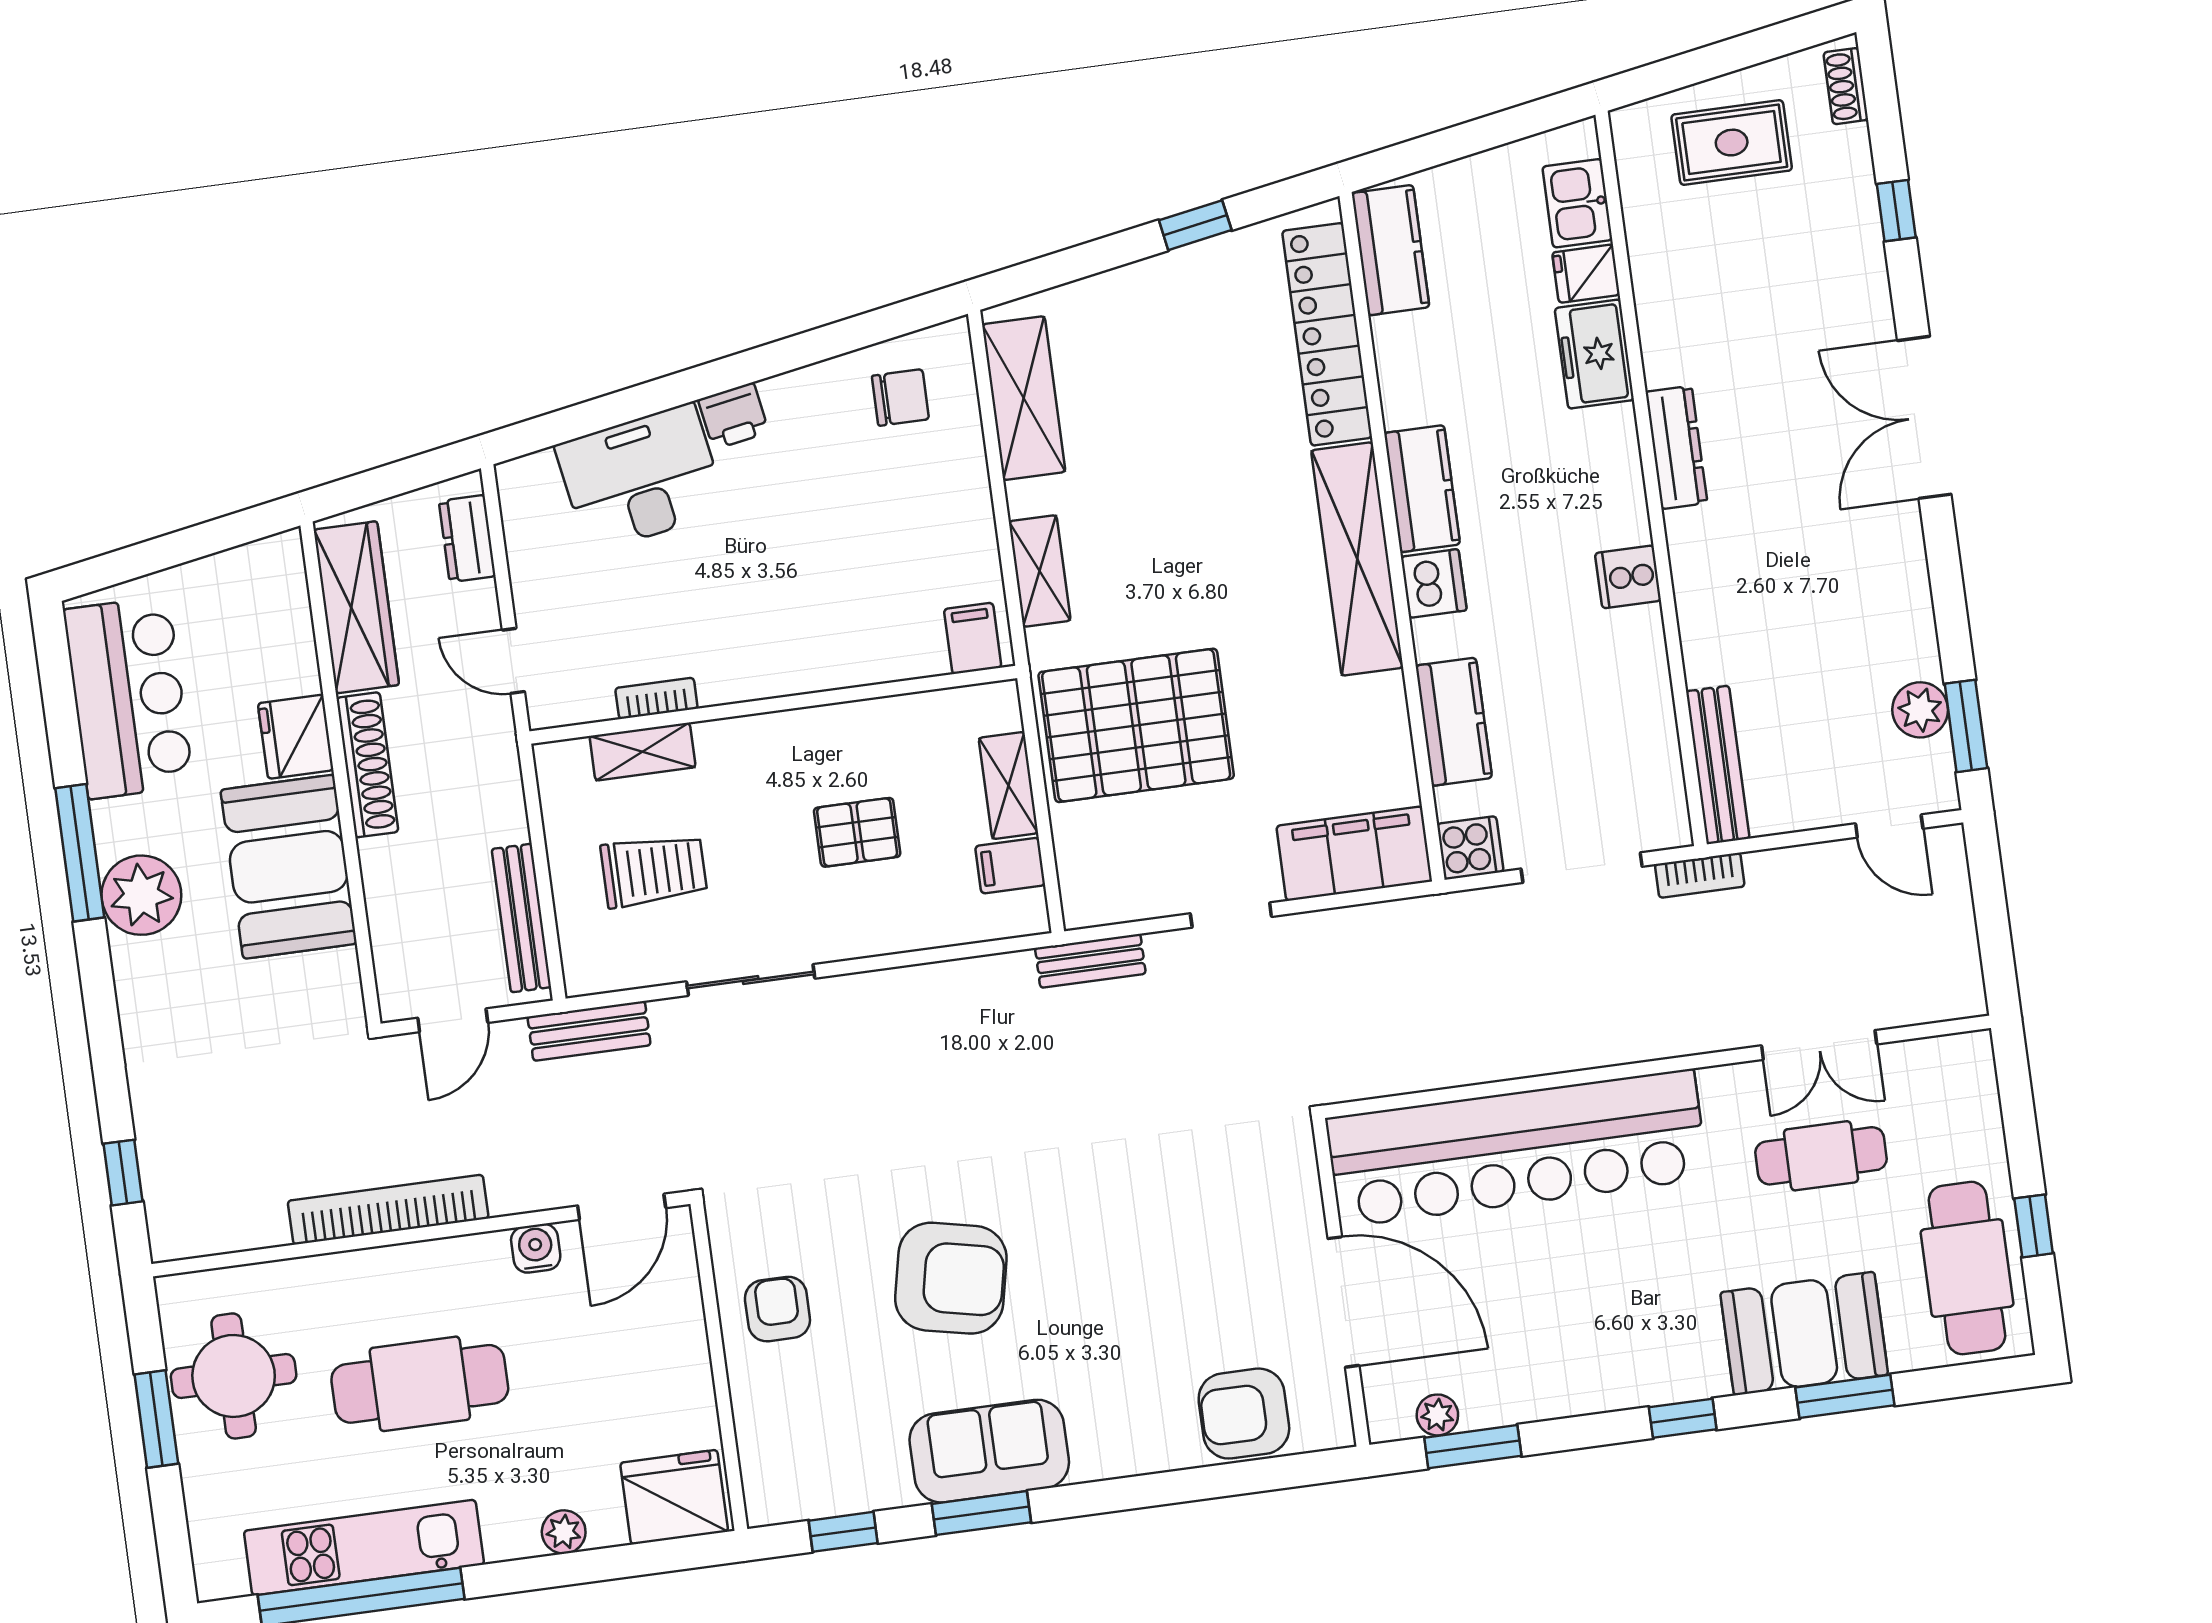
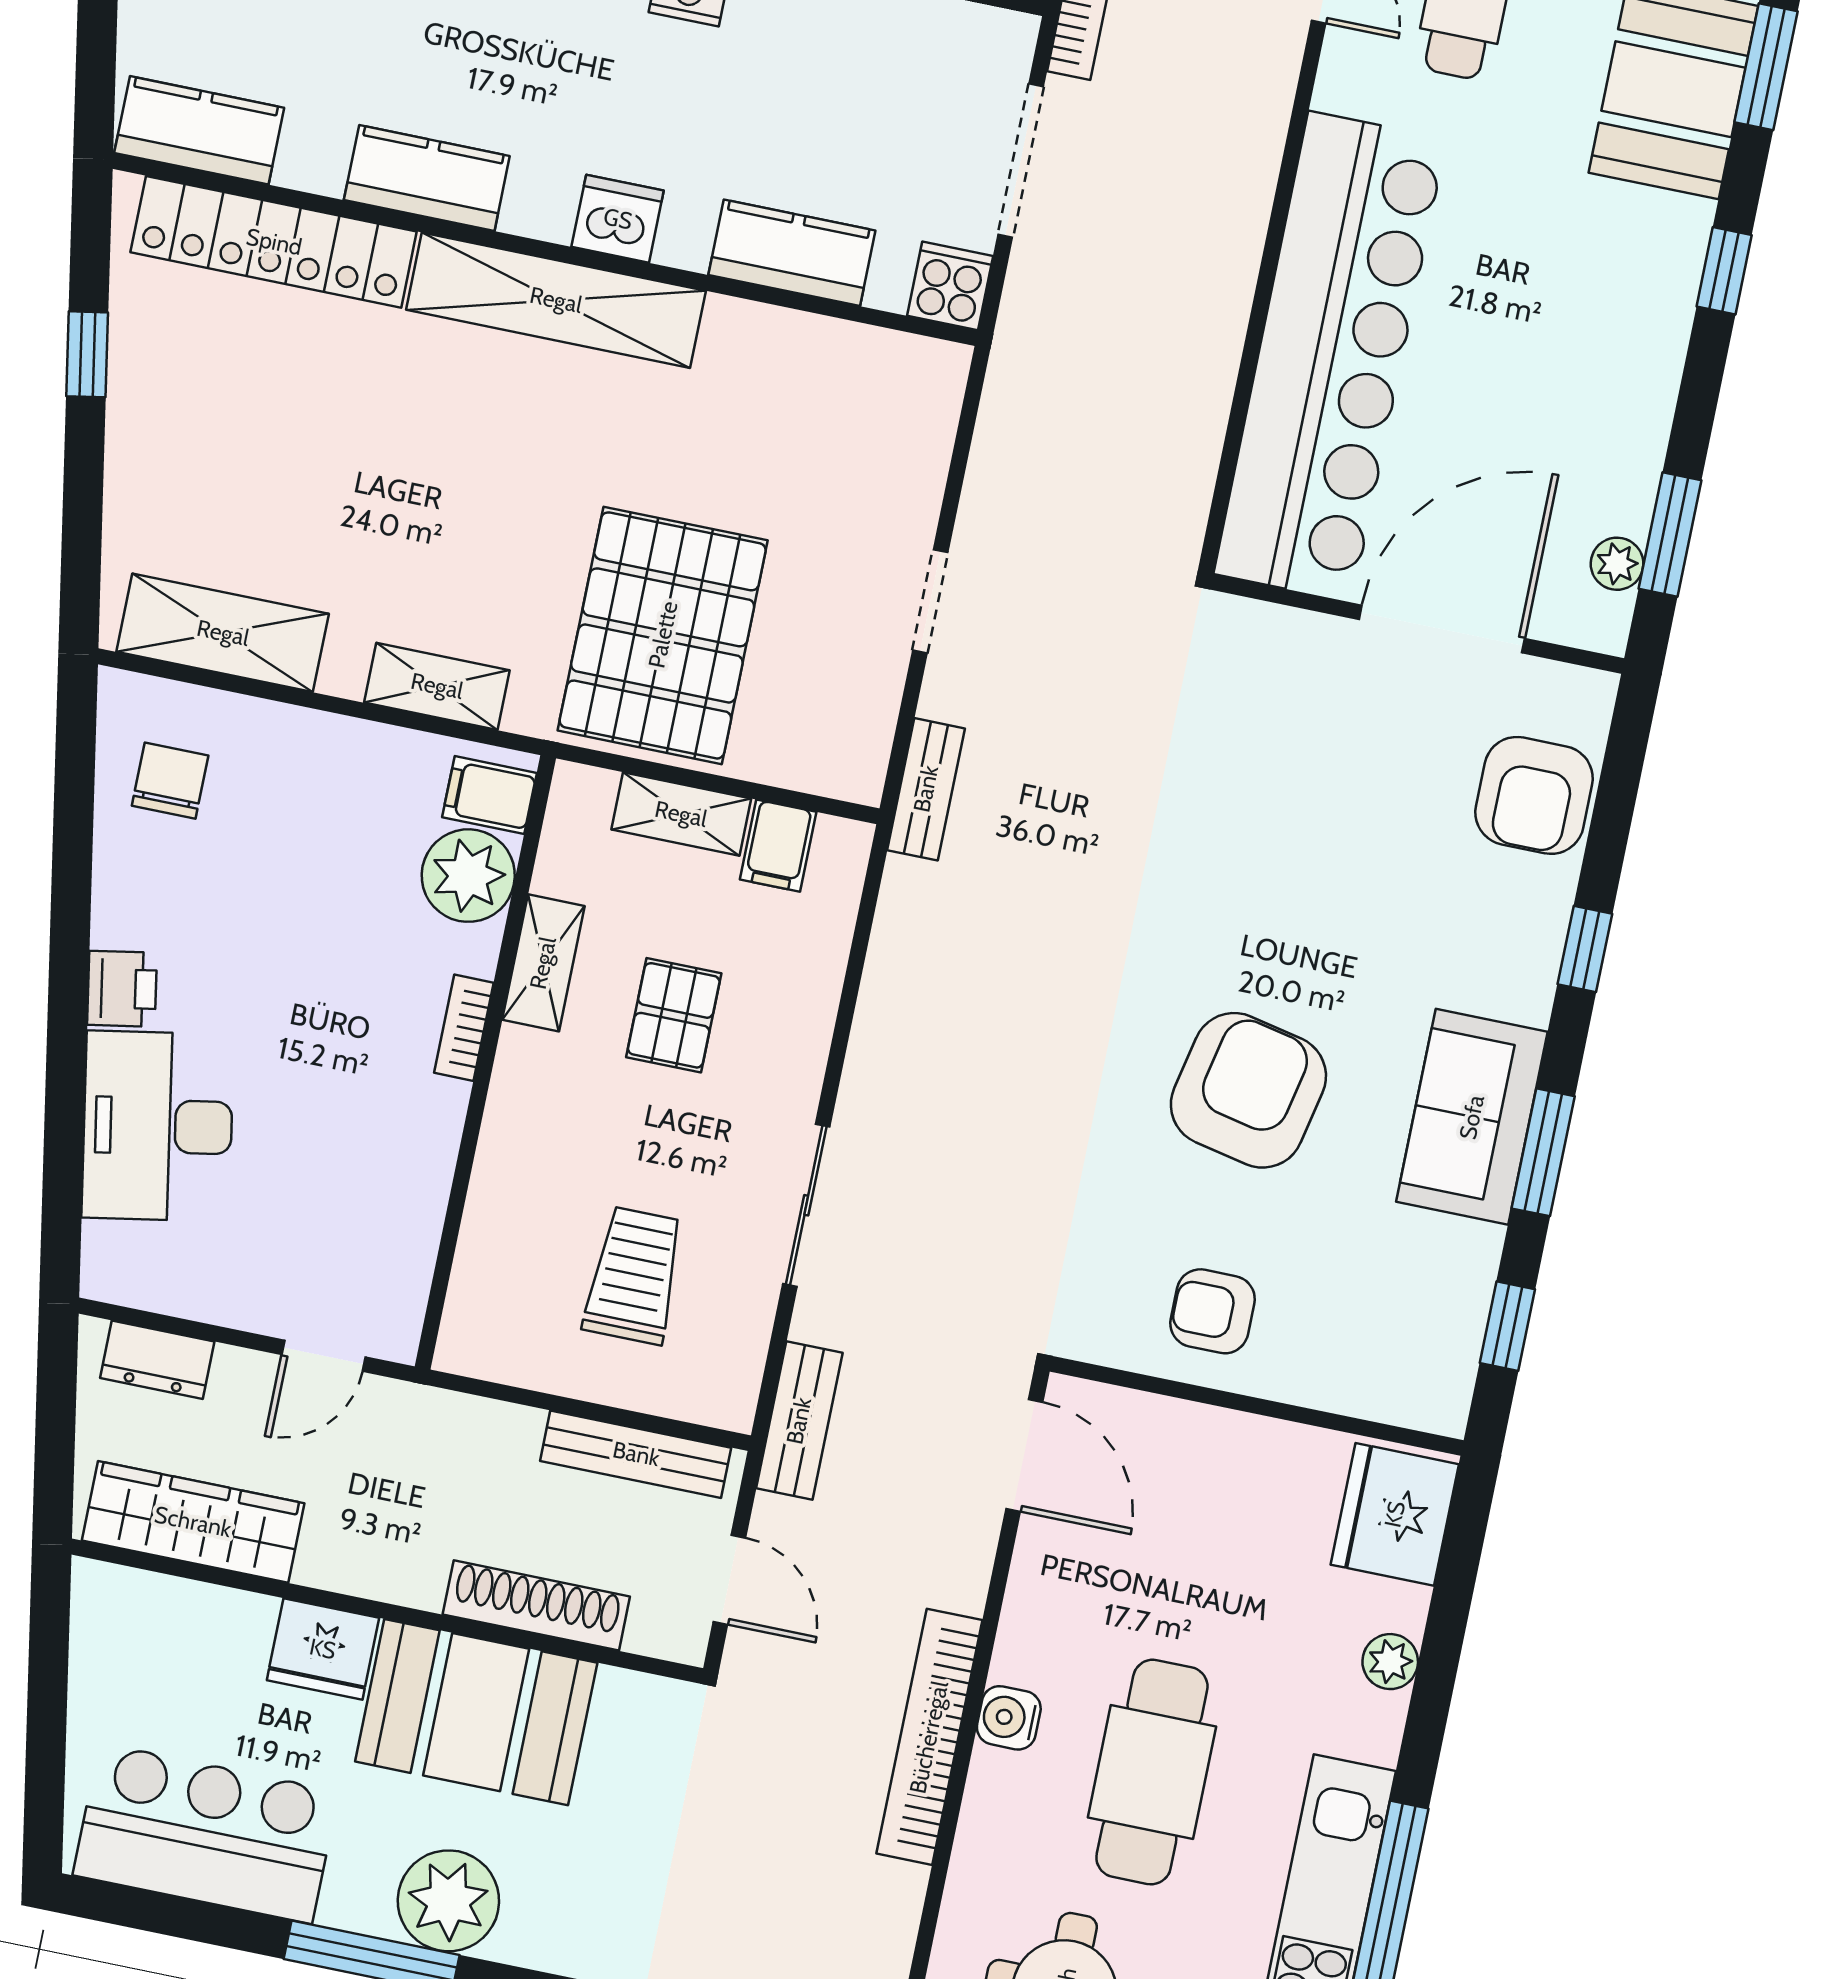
kitchen counter: (1422, 489) -> (427, 178), moved
plant: (907, 643) -> (468, 876), added
bookcase: (656, 698) -> (464, 1028), moved
shelving: (643, 752) -> (543, 963), moved
shoe rack: (367, 765) -> (536, 1605), moved
filing cabinet: (1354, 854) -> (908, 428), removed
water cooler: (536, 1248) -> (1009, 1718), moved
window: (1143, 1491) -> (1585, 949), added

